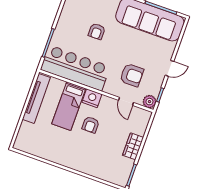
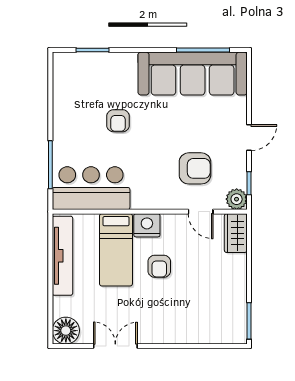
bar counter: (75, 68) -> (91, 188), width x0.73
floor lamp: (23, 143) -> (66, 331), added
wardrobe: (133, 146) -> (236, 233), moved
double door: (48, 162) -> (115, 346), added

